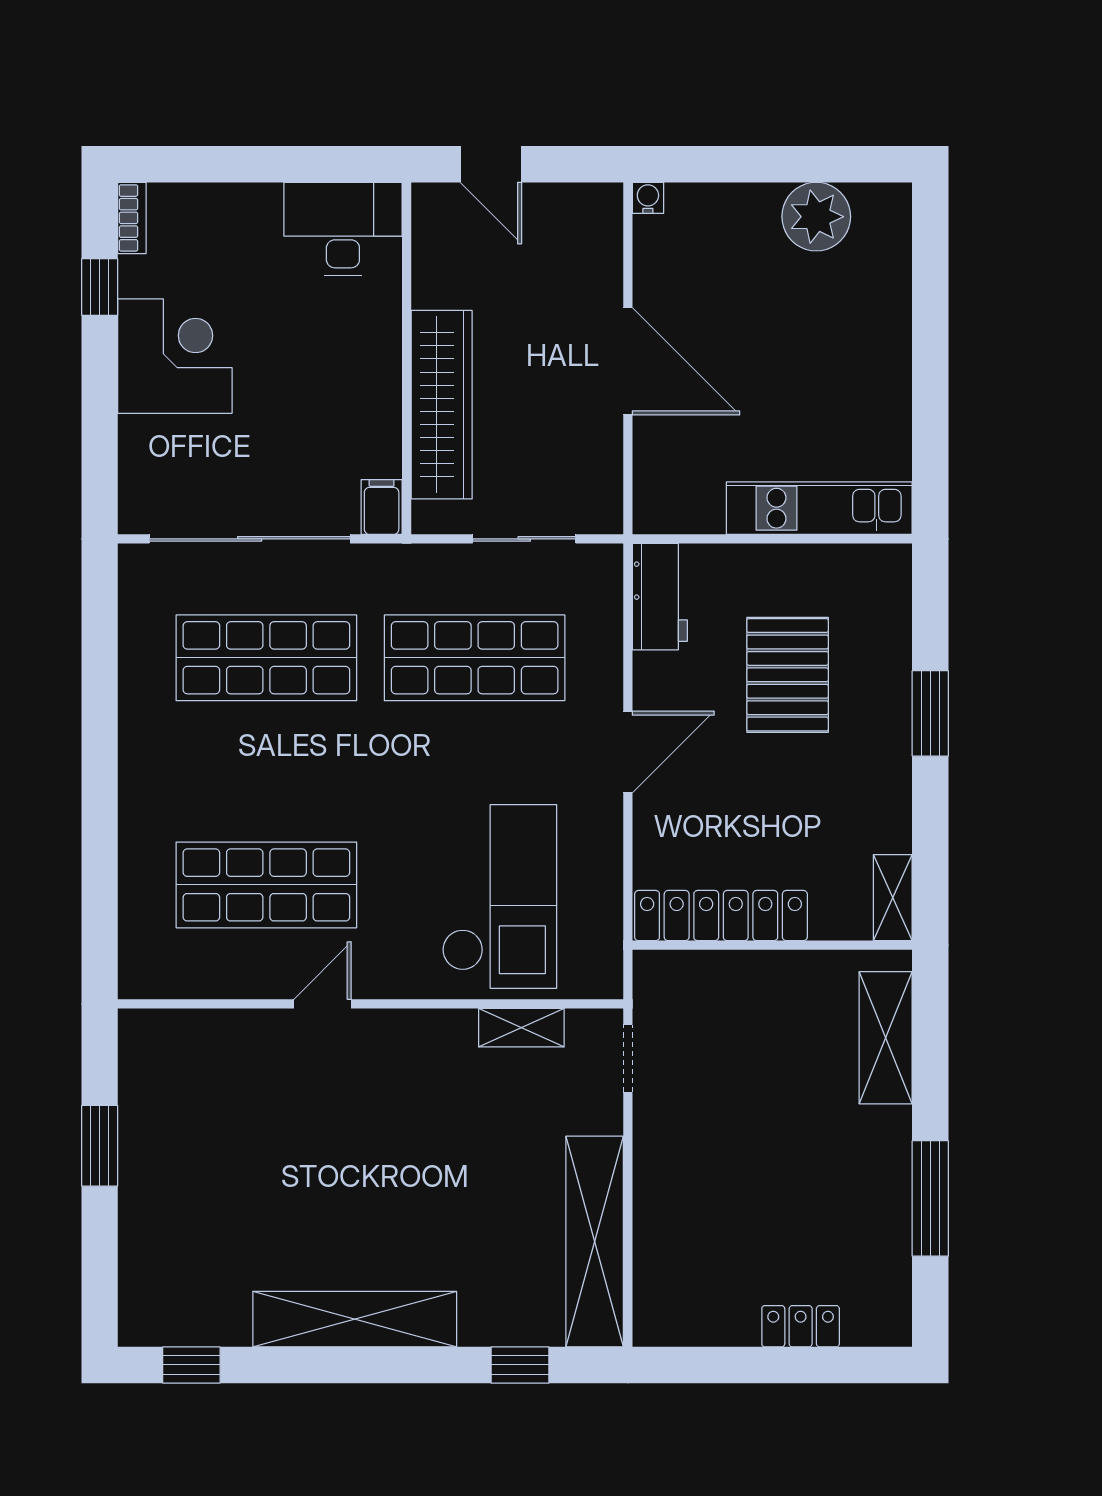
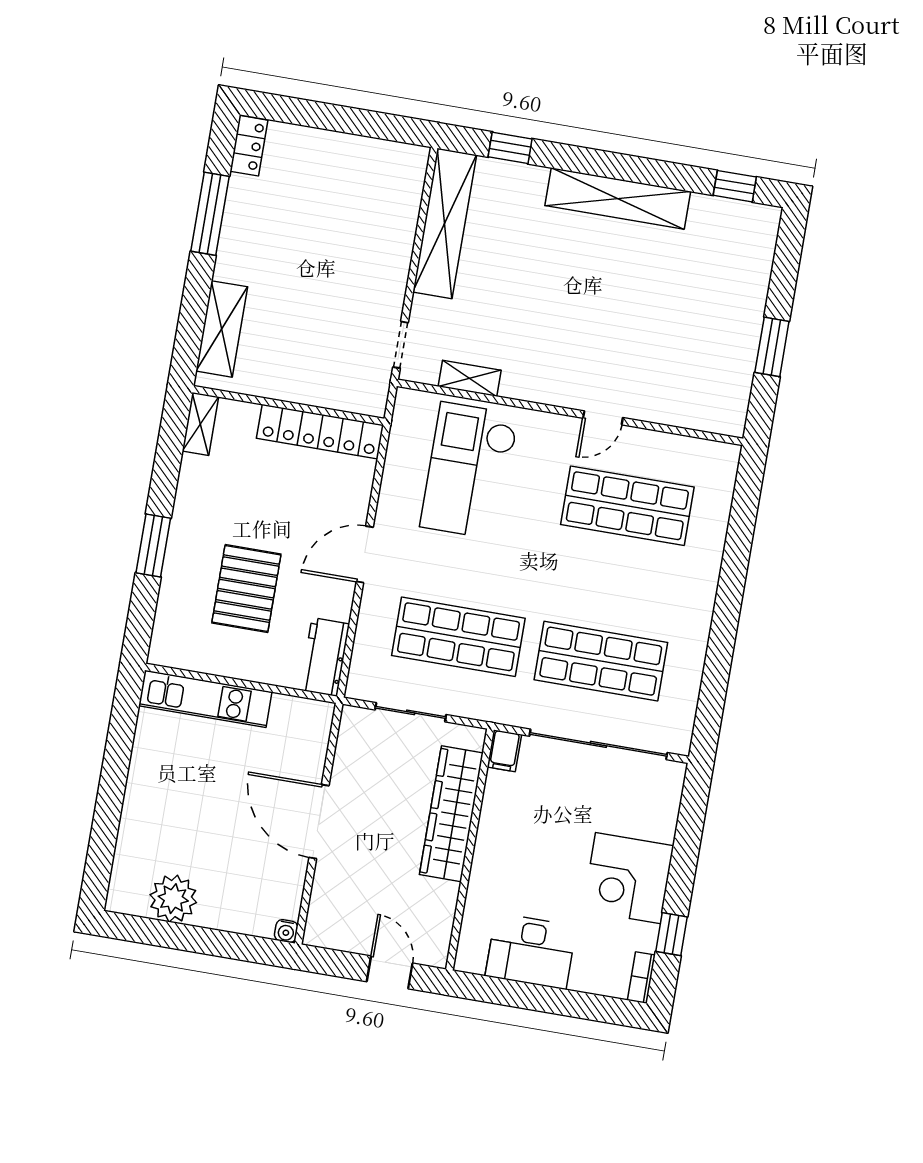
desk: (343, 229) -> (531, 951), moved
locker: (801, 1326) -> (249, 146), moved, turned -90

